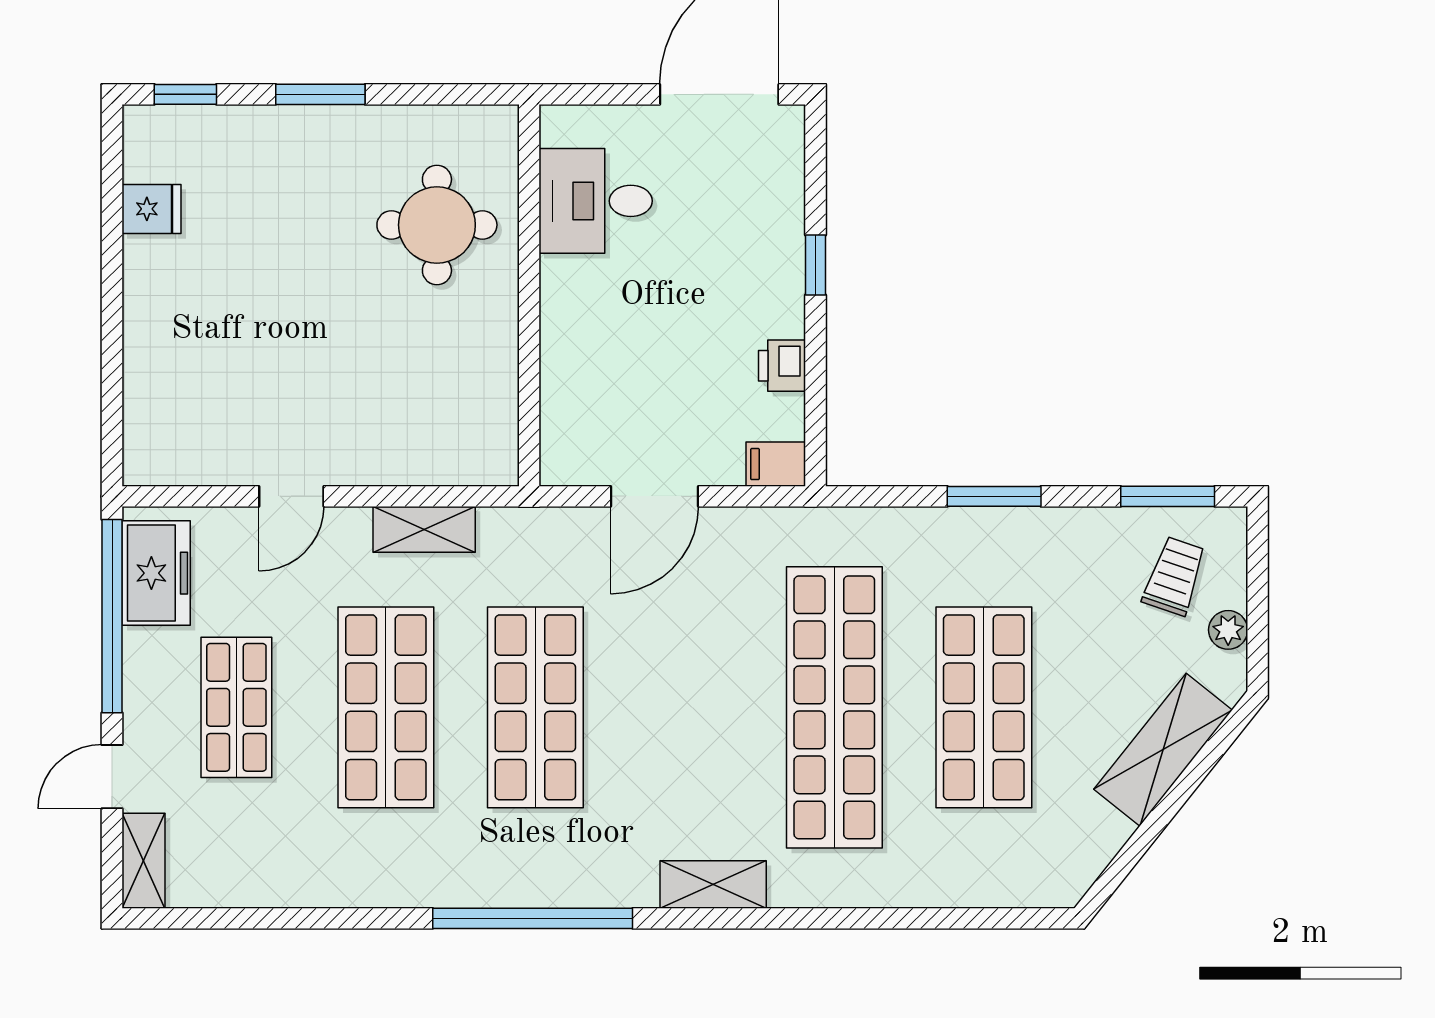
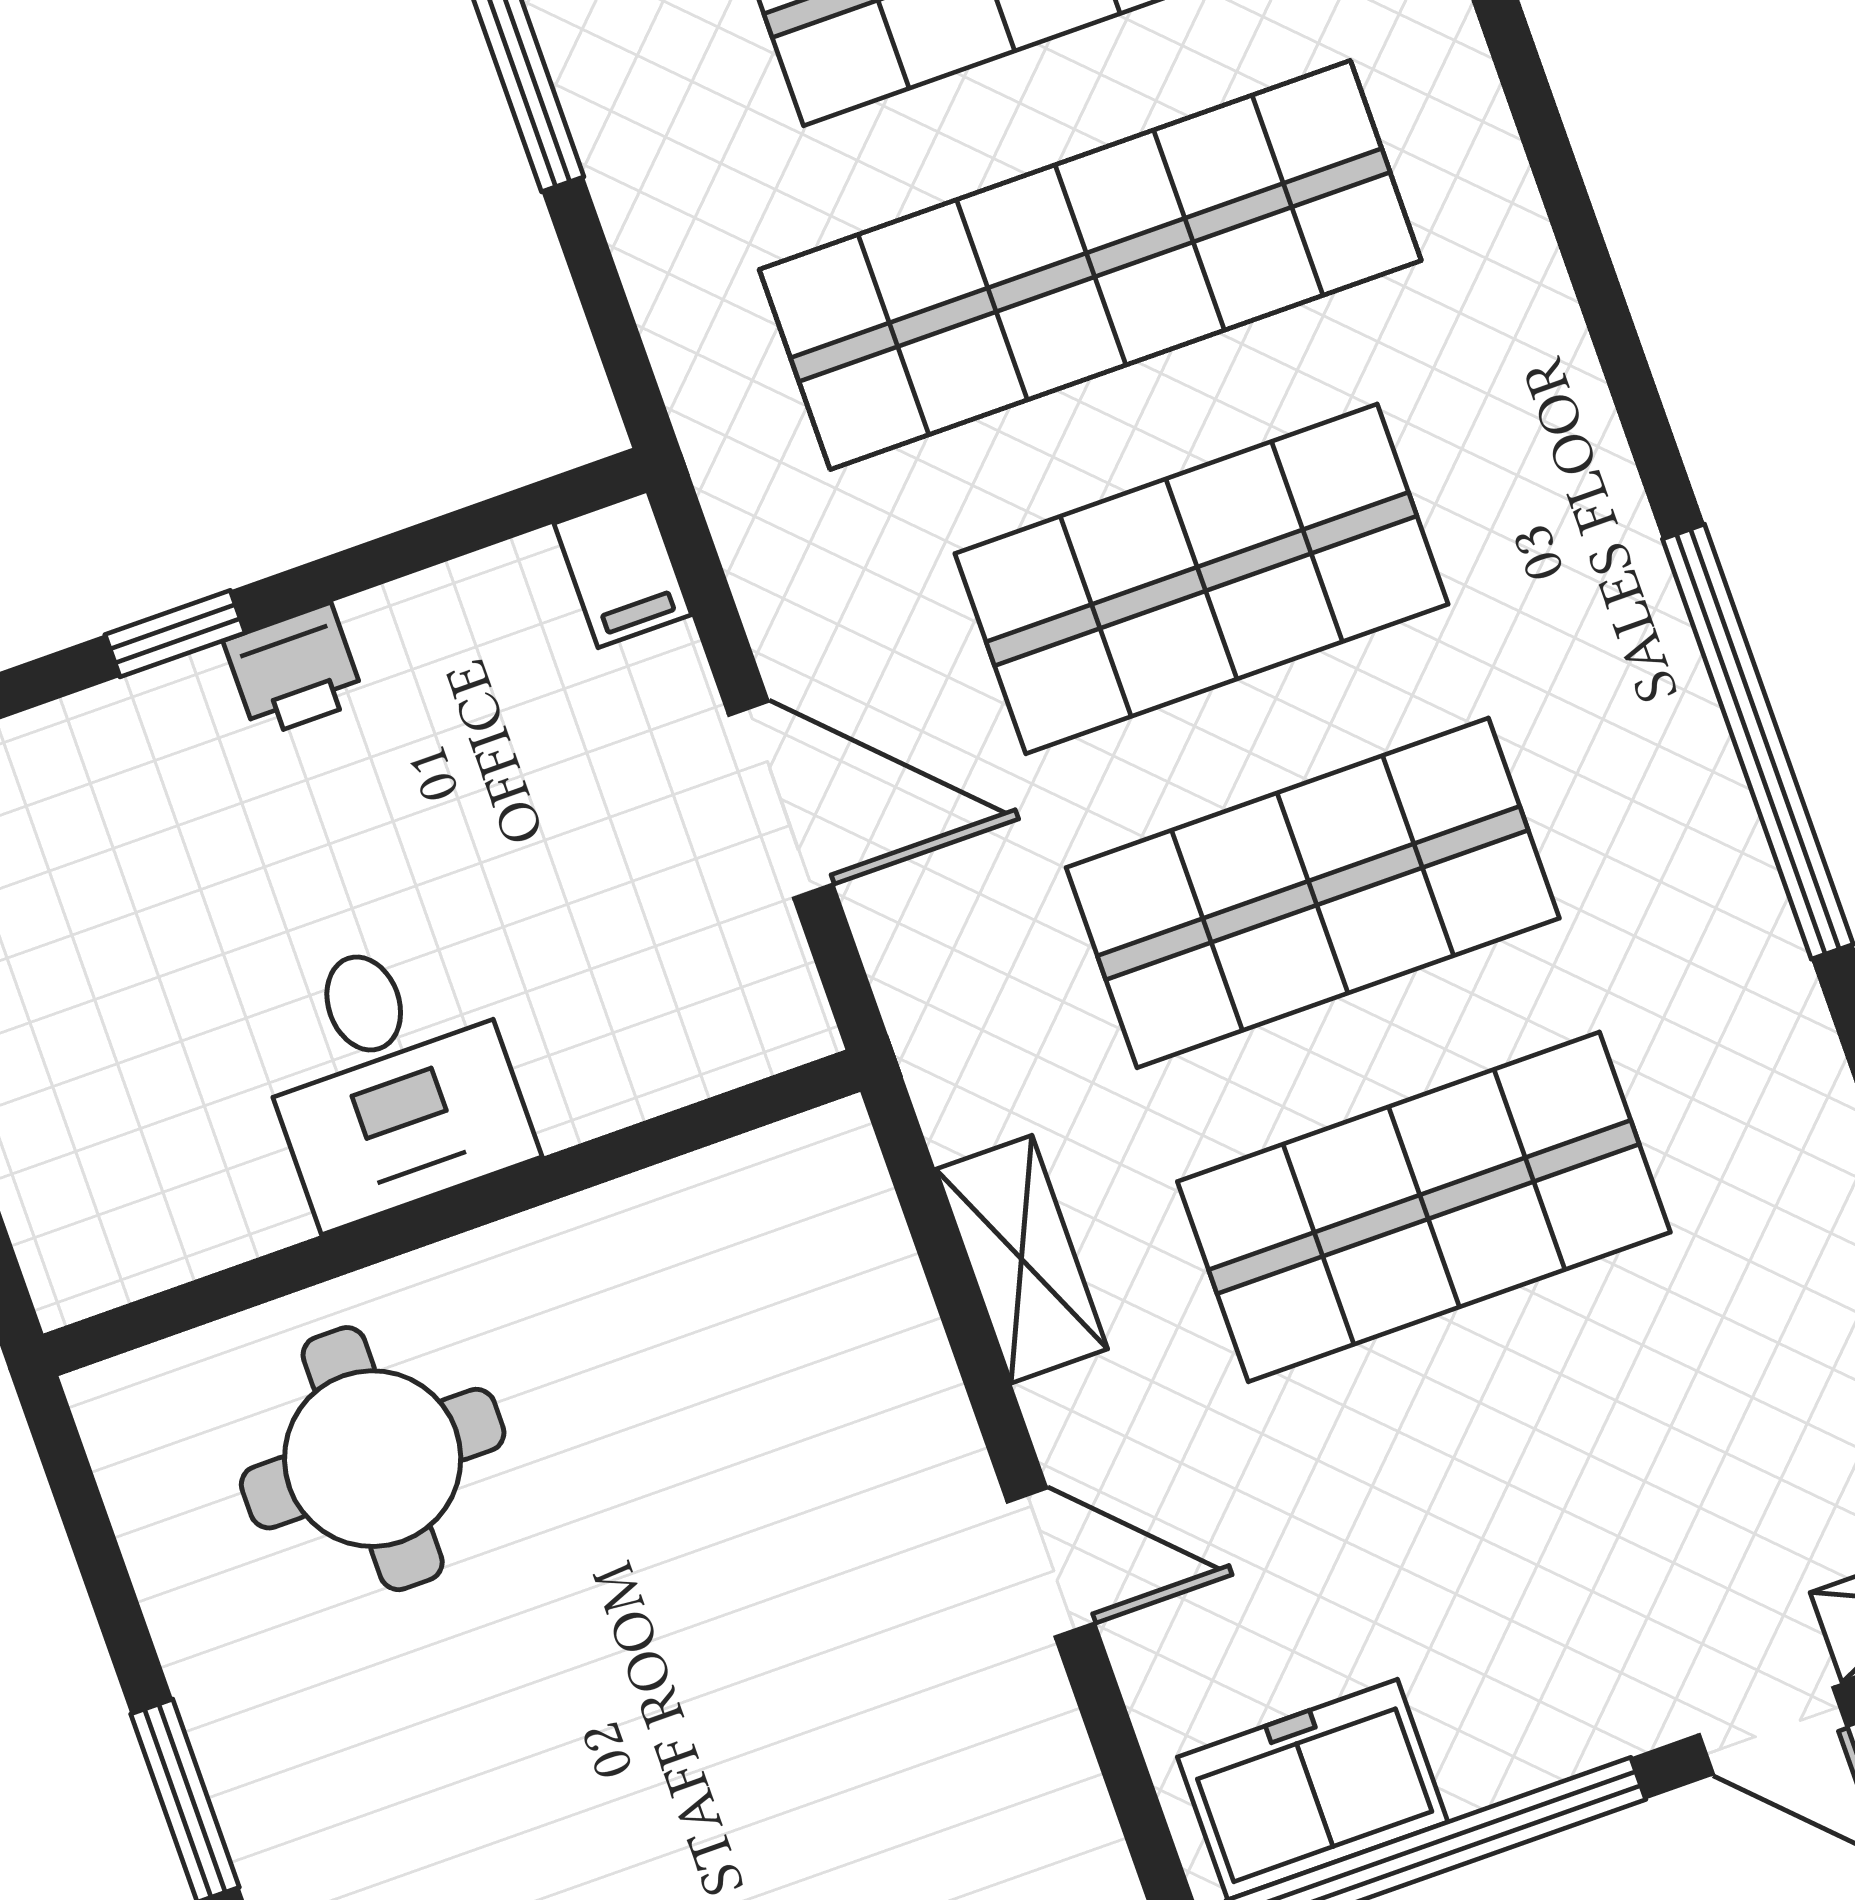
desk: (596, 201) -> (390, 1077), moved
printer: (782, 366) -> (294, 671), moved
shop shelf: (236, 707) -> (1202, 579), moved, width x1.43, depth x1.36
shelving: (713, 884) -> (1553, 388), removed

